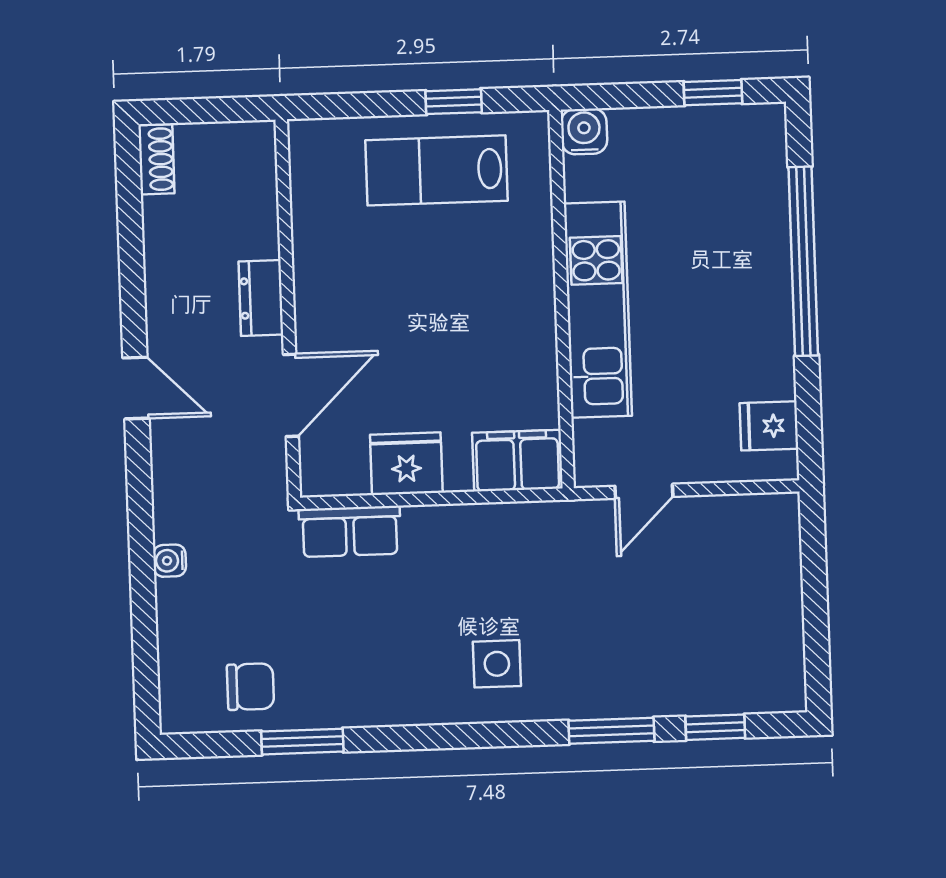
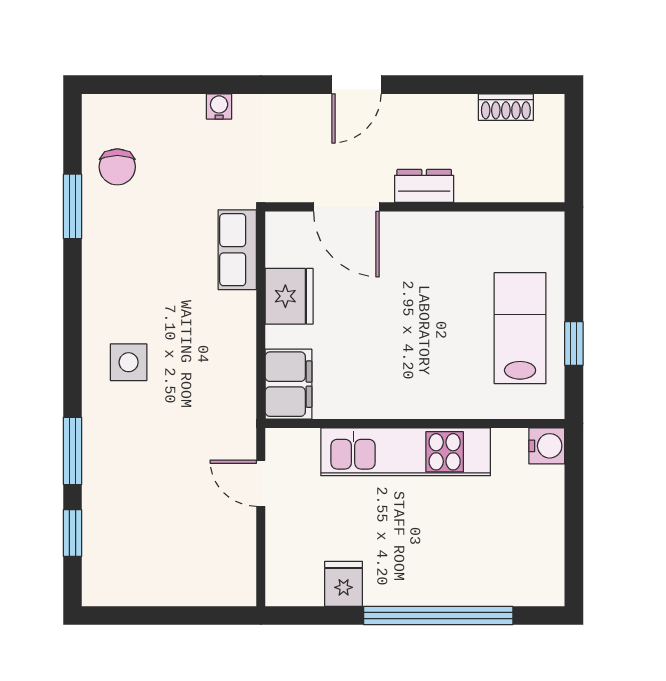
window: (713, 93) -> (574, 549), removed
shoe rack: (156, 159) -> (506, 107), moved
fridge: (769, 426) -> (344, 584), moved

